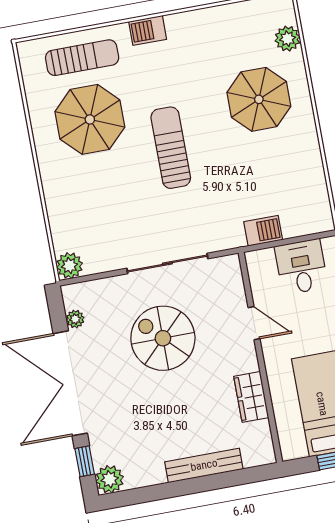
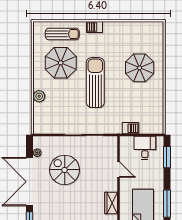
plant: (287, 39) -> (158, 43), removed
sun lounger: (171, 148) -> (95, 83), width x1.36, depth x1.34
plant: (69, 266) -> (39, 96), moved
spiral stairs: (163, 338) -> (65, 170), moved

